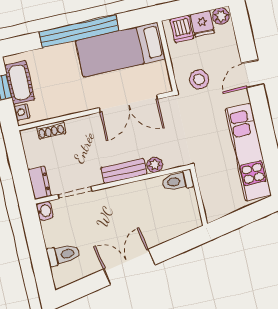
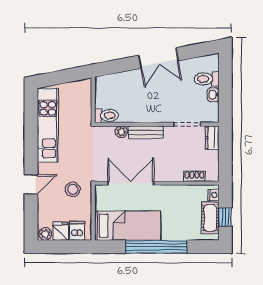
washbasin: (45, 211) -> (213, 95), moved

